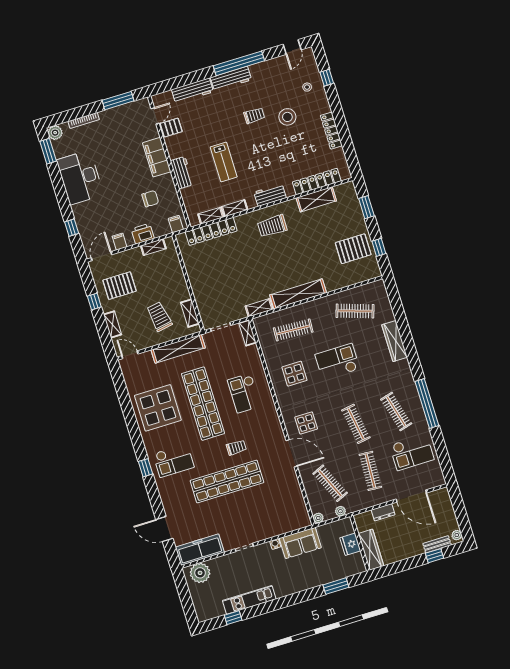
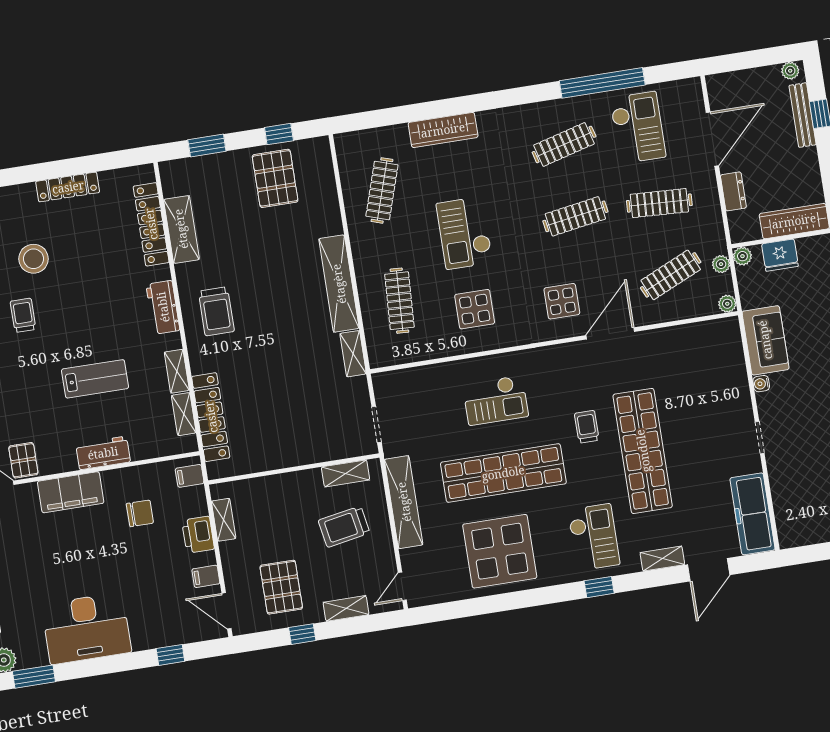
chair: (150, 199) -> (140, 513), turned 90
shelving: (247, 333) -> (662, 559), moved
window: (427, 404) -> (602, 83), moved
bench: (437, 544) -> (803, 115), width x1.36
plant: (200, 573) -> (742, 256), moved, width x0.53, depth x0.53

